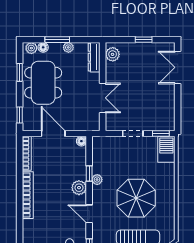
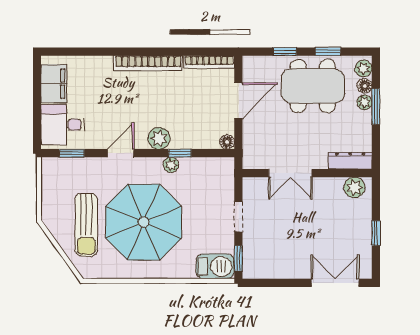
plant: (68, 47) -> (364, 102), moved
window: (20, 115) -> (285, 52), moved
parasol: (136, 198) -> (144, 222), width x1.36, depth x1.36

